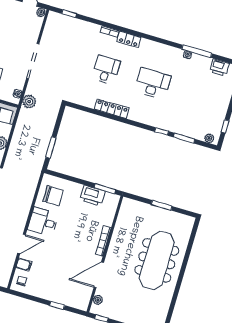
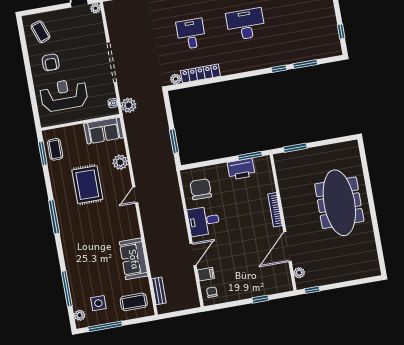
locker: (112, 109) -> (200, 73), moved
plant: (209, 138) -> (176, 79), moved
chair: (53, 196) -> (201, 189), turned -90
window: (162, 205) -> (295, 148), moved

